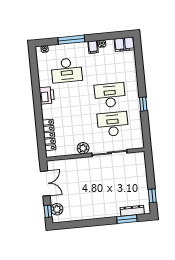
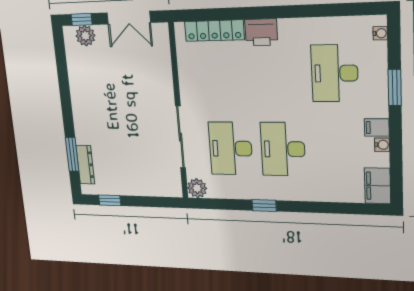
window: (71, 40) -> (395, 88), width x0.69
printer: (47, 95) -> (261, 32), moved
desk: (110, 95) -> (283, 149), turned 180
desk: (113, 124) -> (231, 148), turned 180
plant: (83, 148) -> (197, 188), moved

